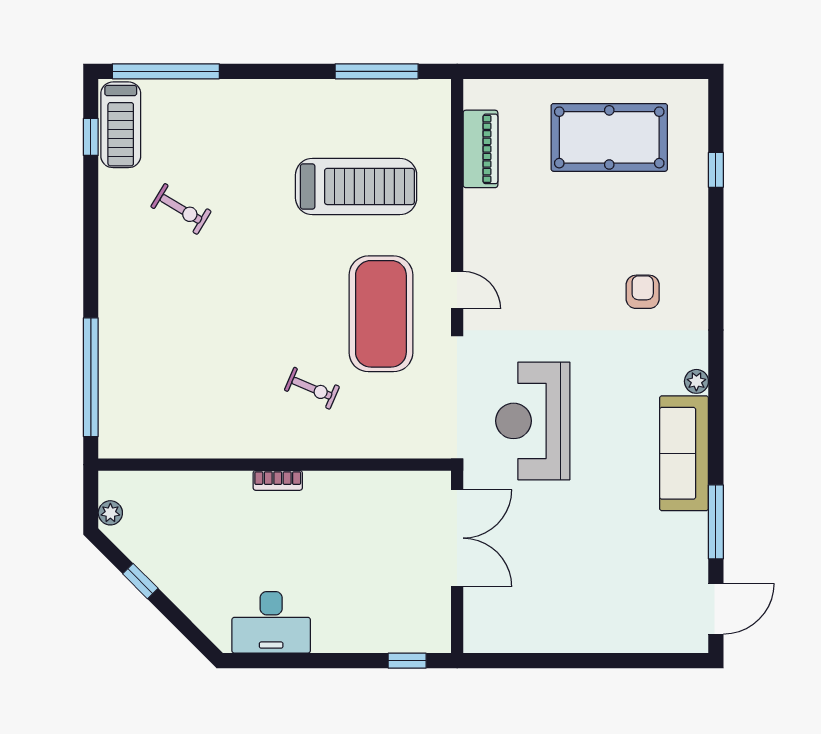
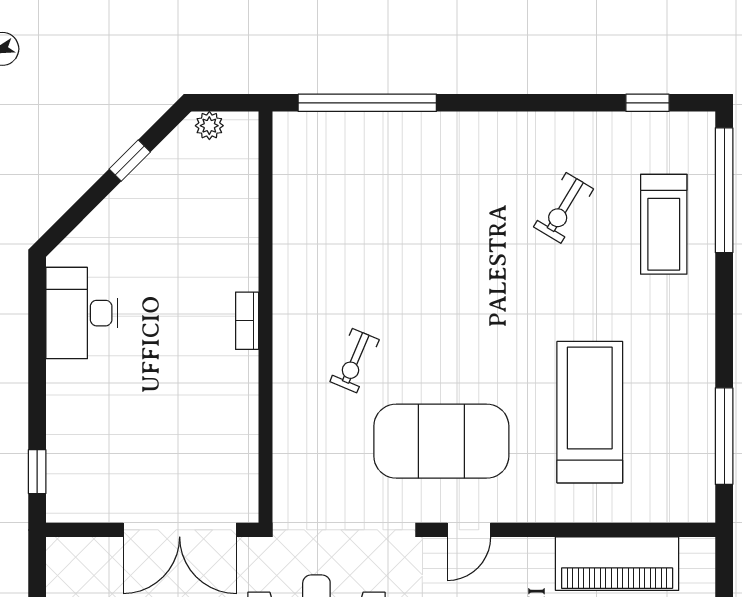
treadmill: (121, 125) -> (664, 224), moved, turned -90
piano: (480, 149) -> (617, 564), width x1.37, depth x1.33
treadmill: (356, 186) -> (590, 412), turned 180

